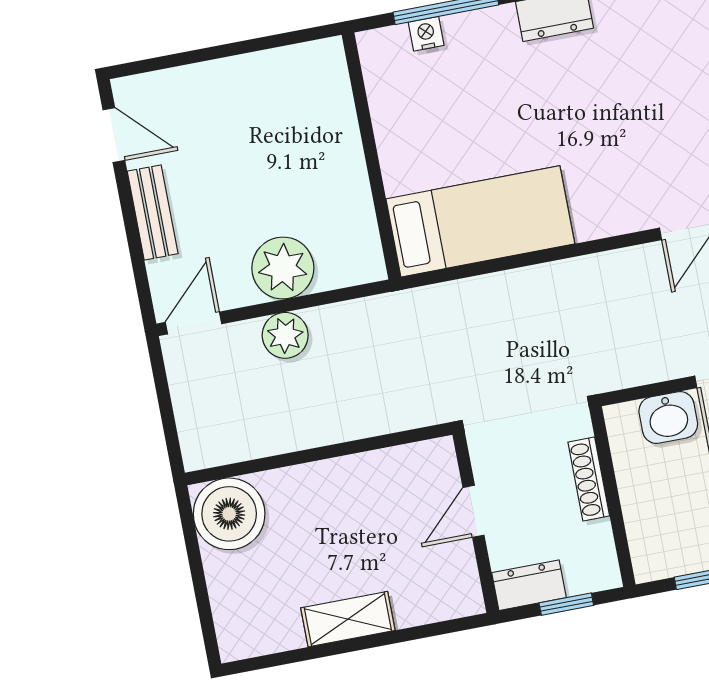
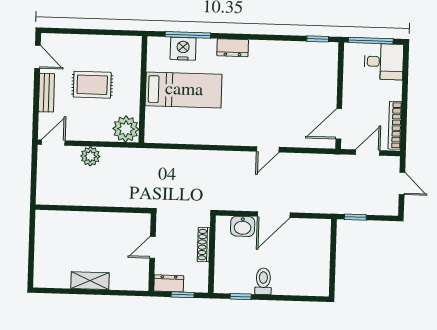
nightstand: (426, 34) -> (183, 49), width x1.89, depth x1.79
rug: (253, 171) -> (92, 85), added
bed: (480, 221) -> (184, 90), moved
plant: (283, 268) -> (126, 129), moved
boiler: (229, 514) -> (50, 226), removed

